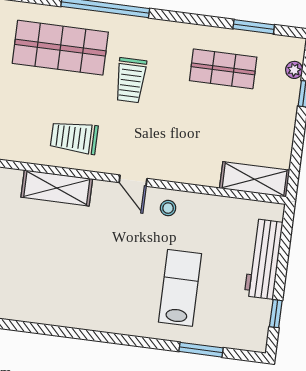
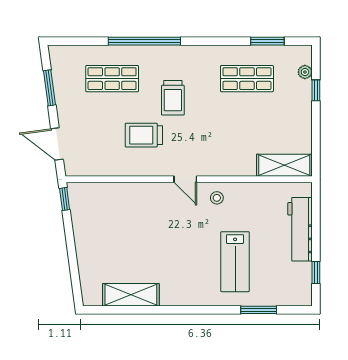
shop shelf: (60, 48) -> (112, 79), width x0.70, depth x0.74
trolley: (74, 137) -> (144, 135), moved
shelving: (57, 188) -> (131, 295), moved
lab bench: (180, 288) -> (235, 262), turned 180

